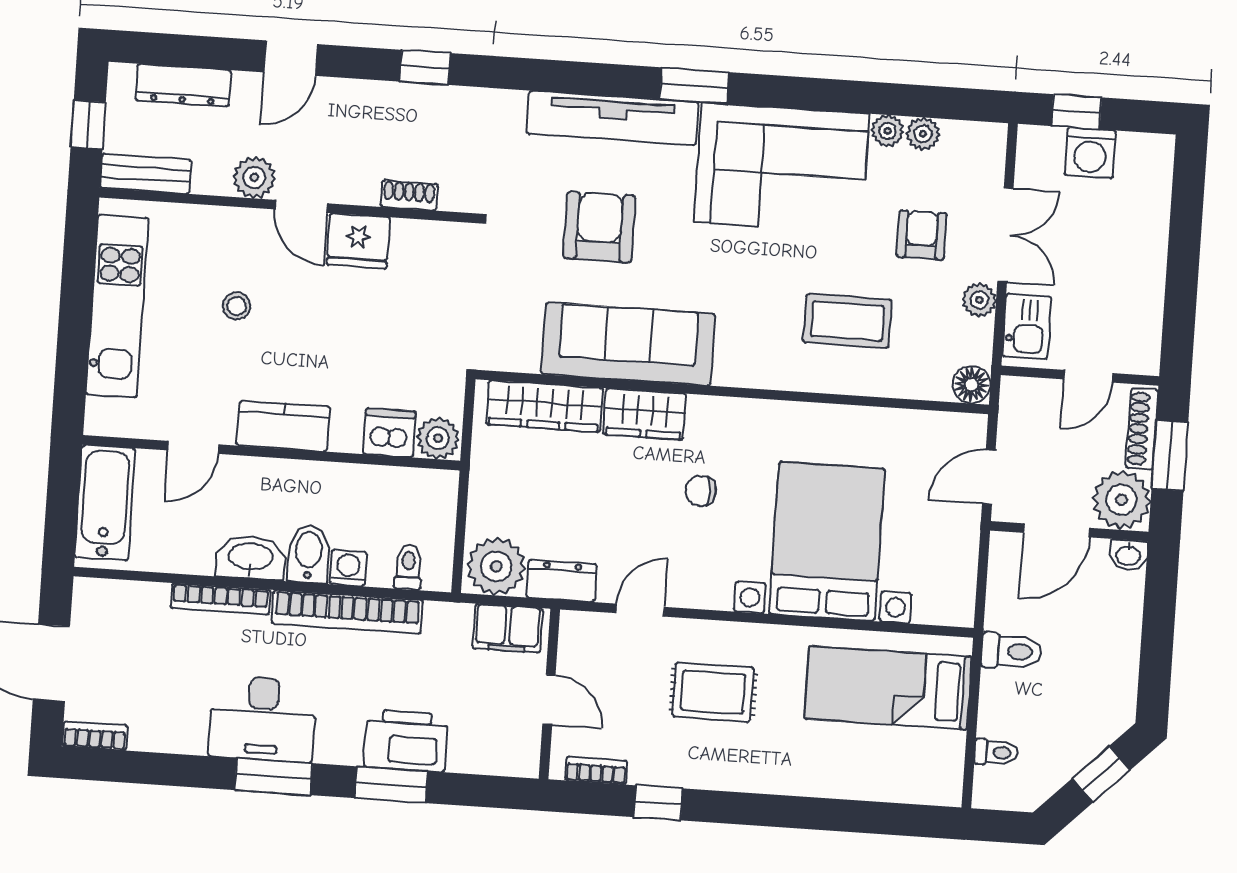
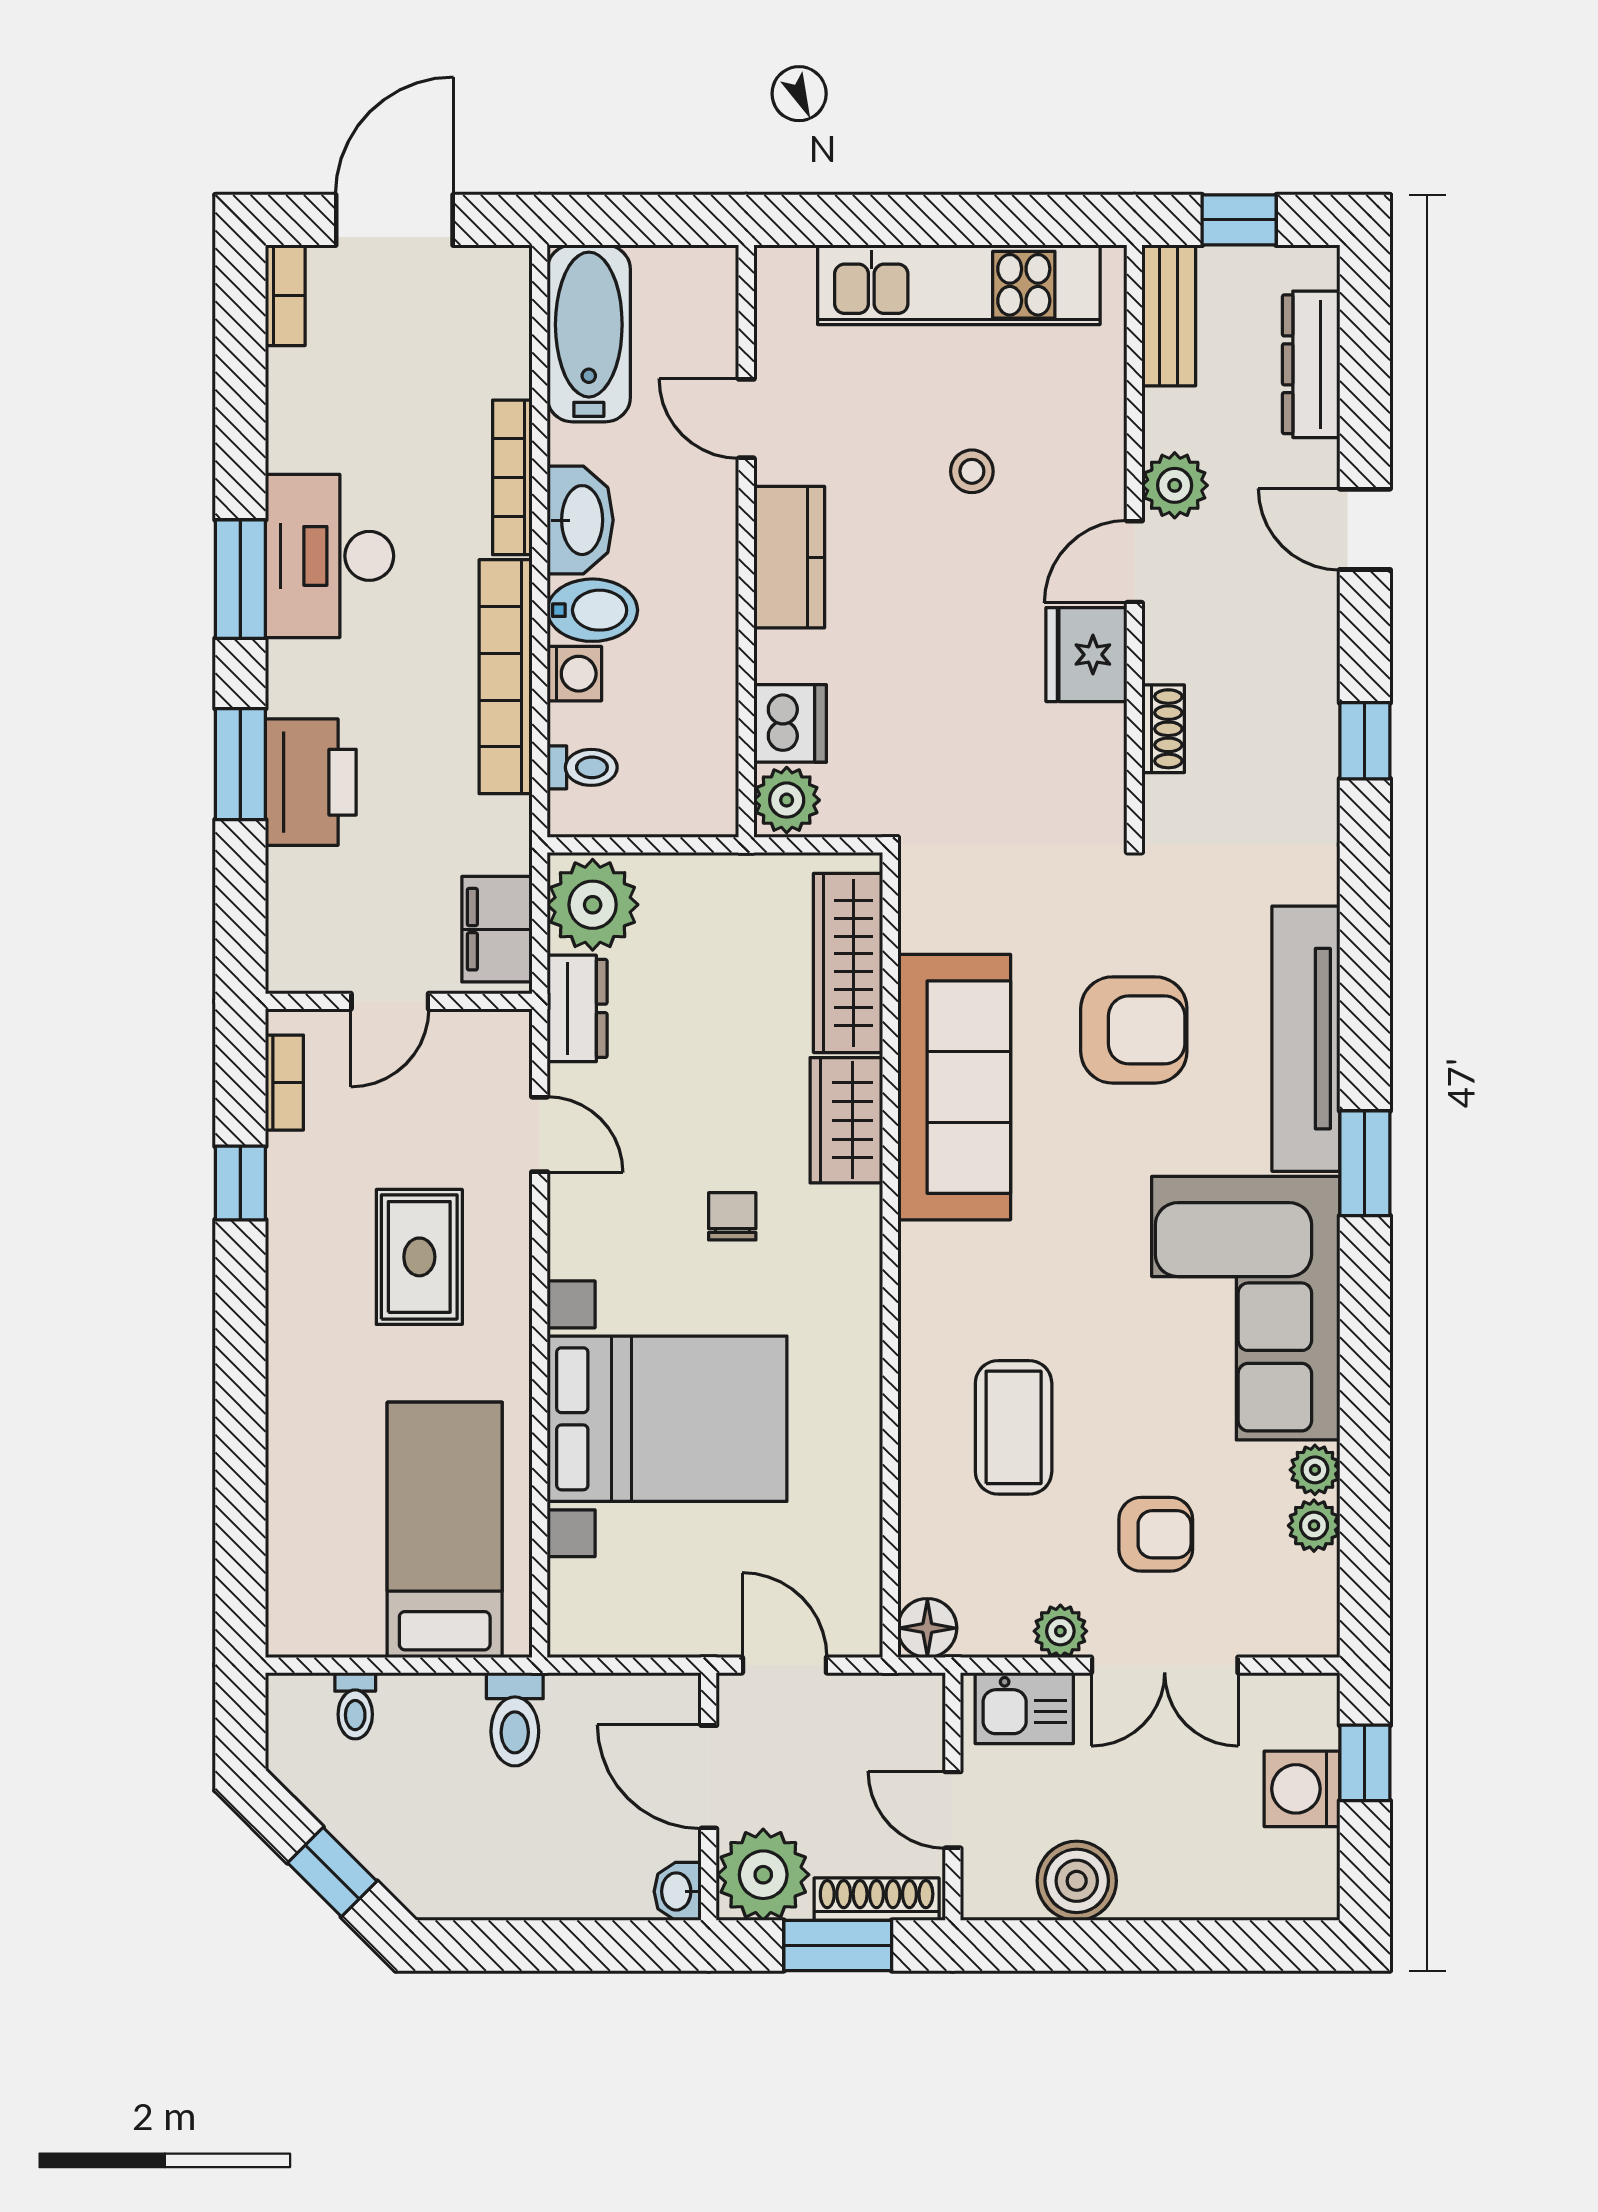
boiler: (1139, 300) -> (1077, 1881), added
bathtub: (105, 503) -> (589, 333), moved, turned -90

